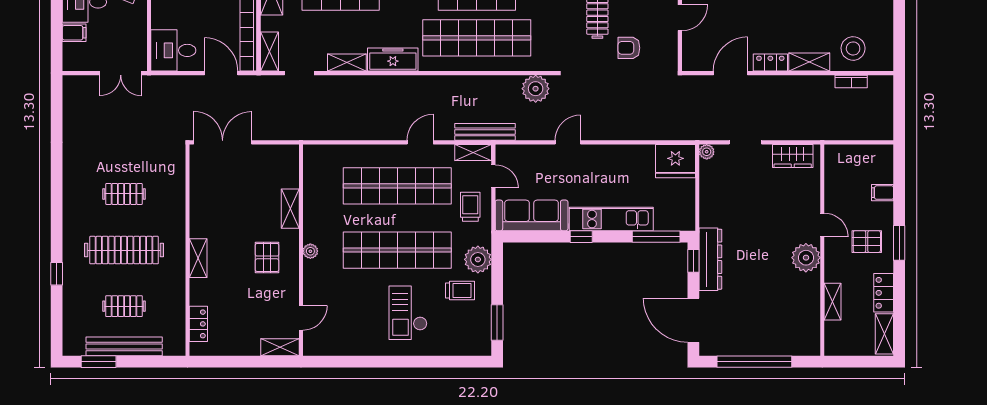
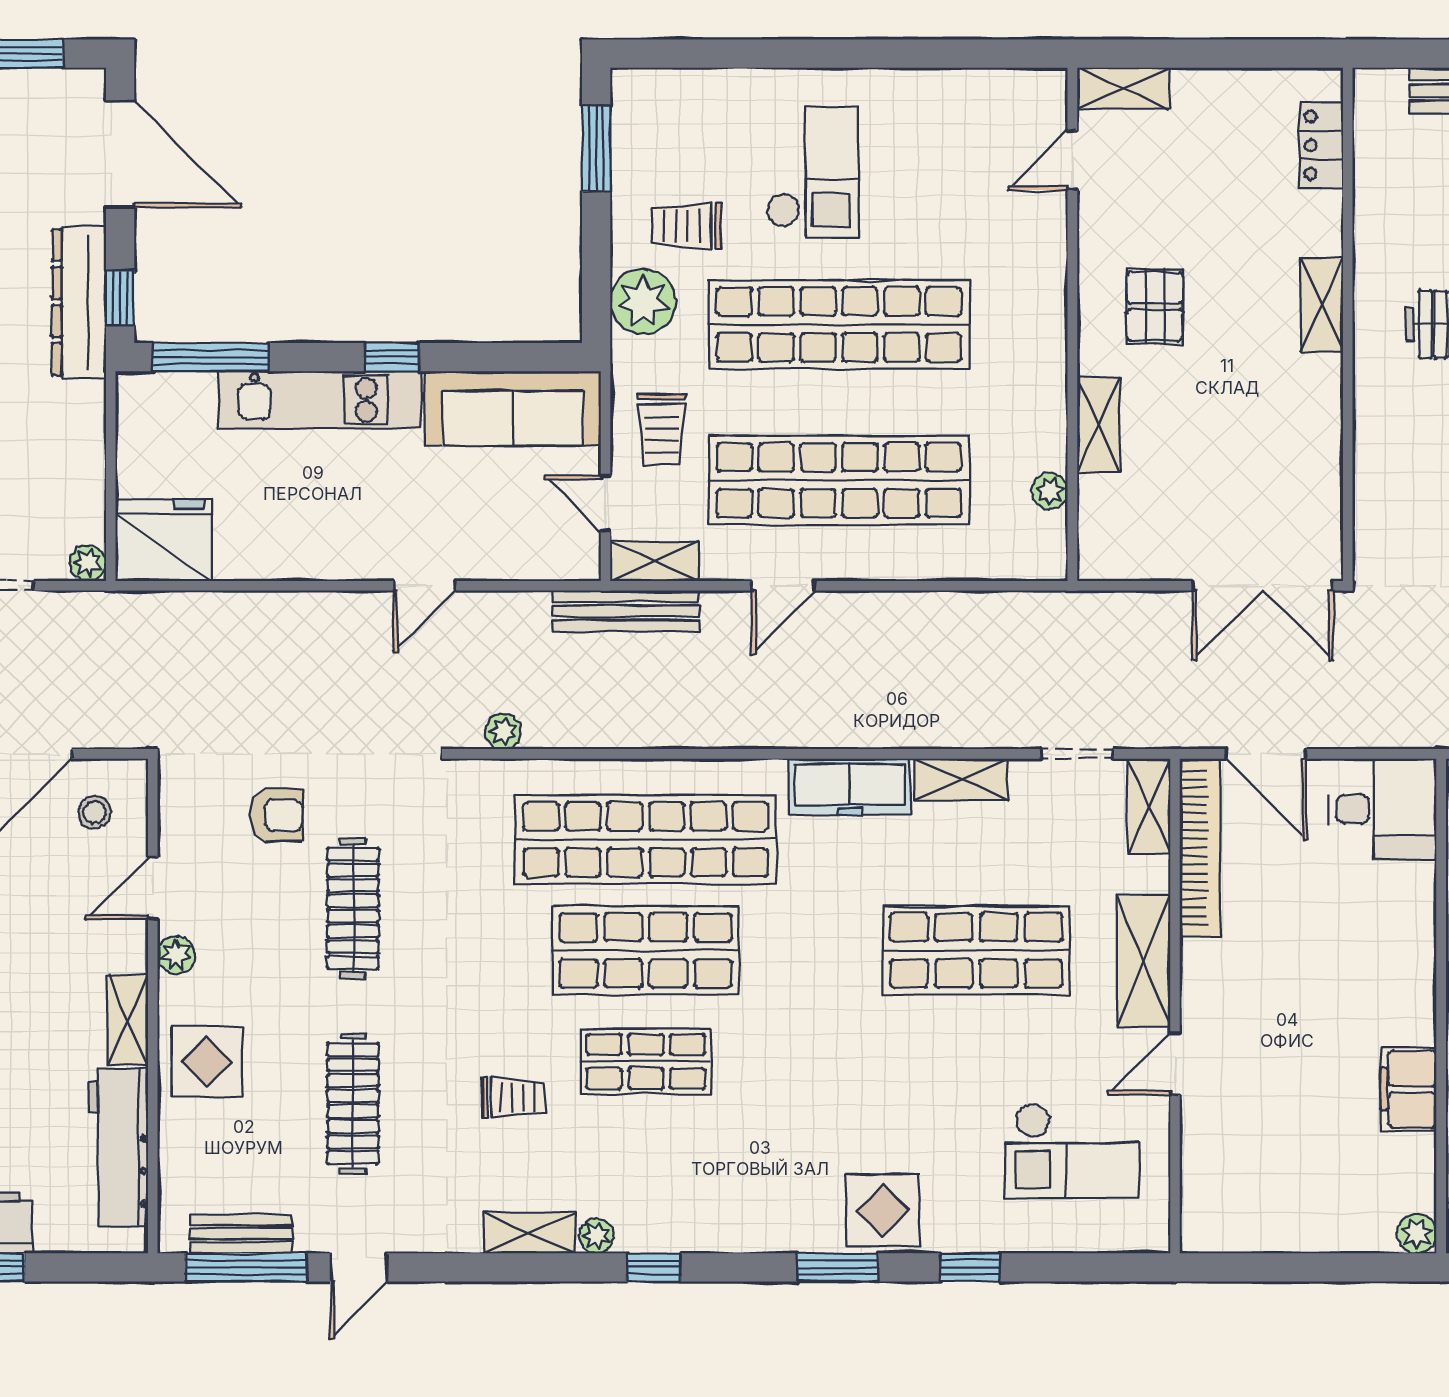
stool: (704, 49) -> (94, 812), added
plant: (536, 89) -> (503, 731), width x0.53, depth x0.53
plant: (310, 251) -> (1050, 491), moved

